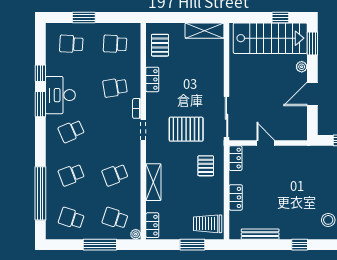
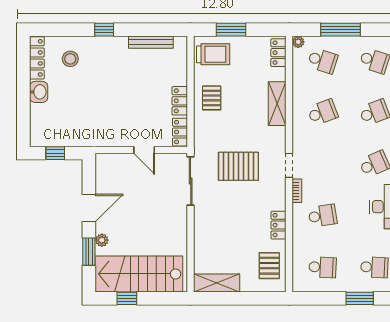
window: (312, 44) -> (89, 252), moved
pallet: (206, 166) -> (212, 98), moved
locker: (236, 197) -> (180, 101), moved

